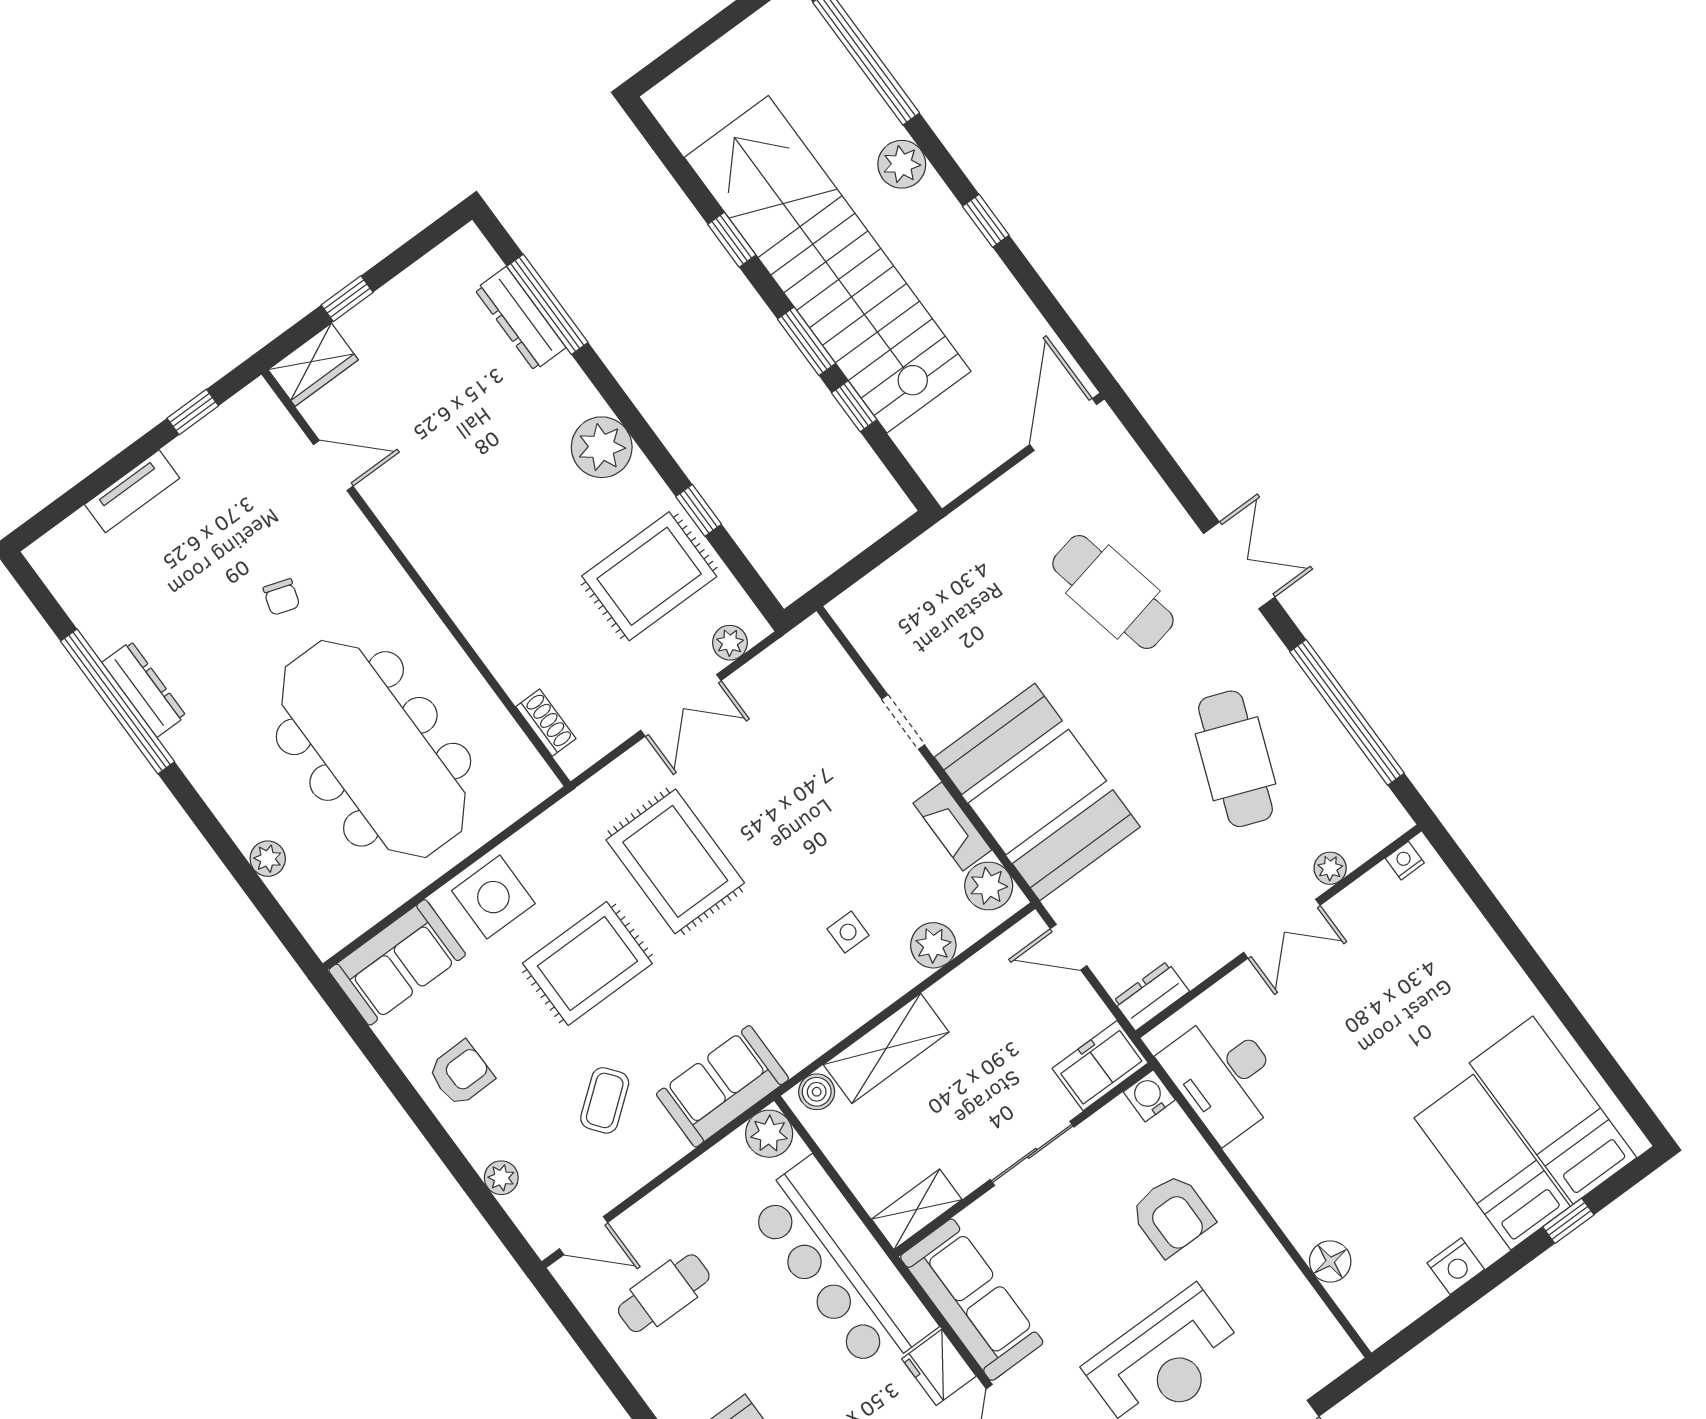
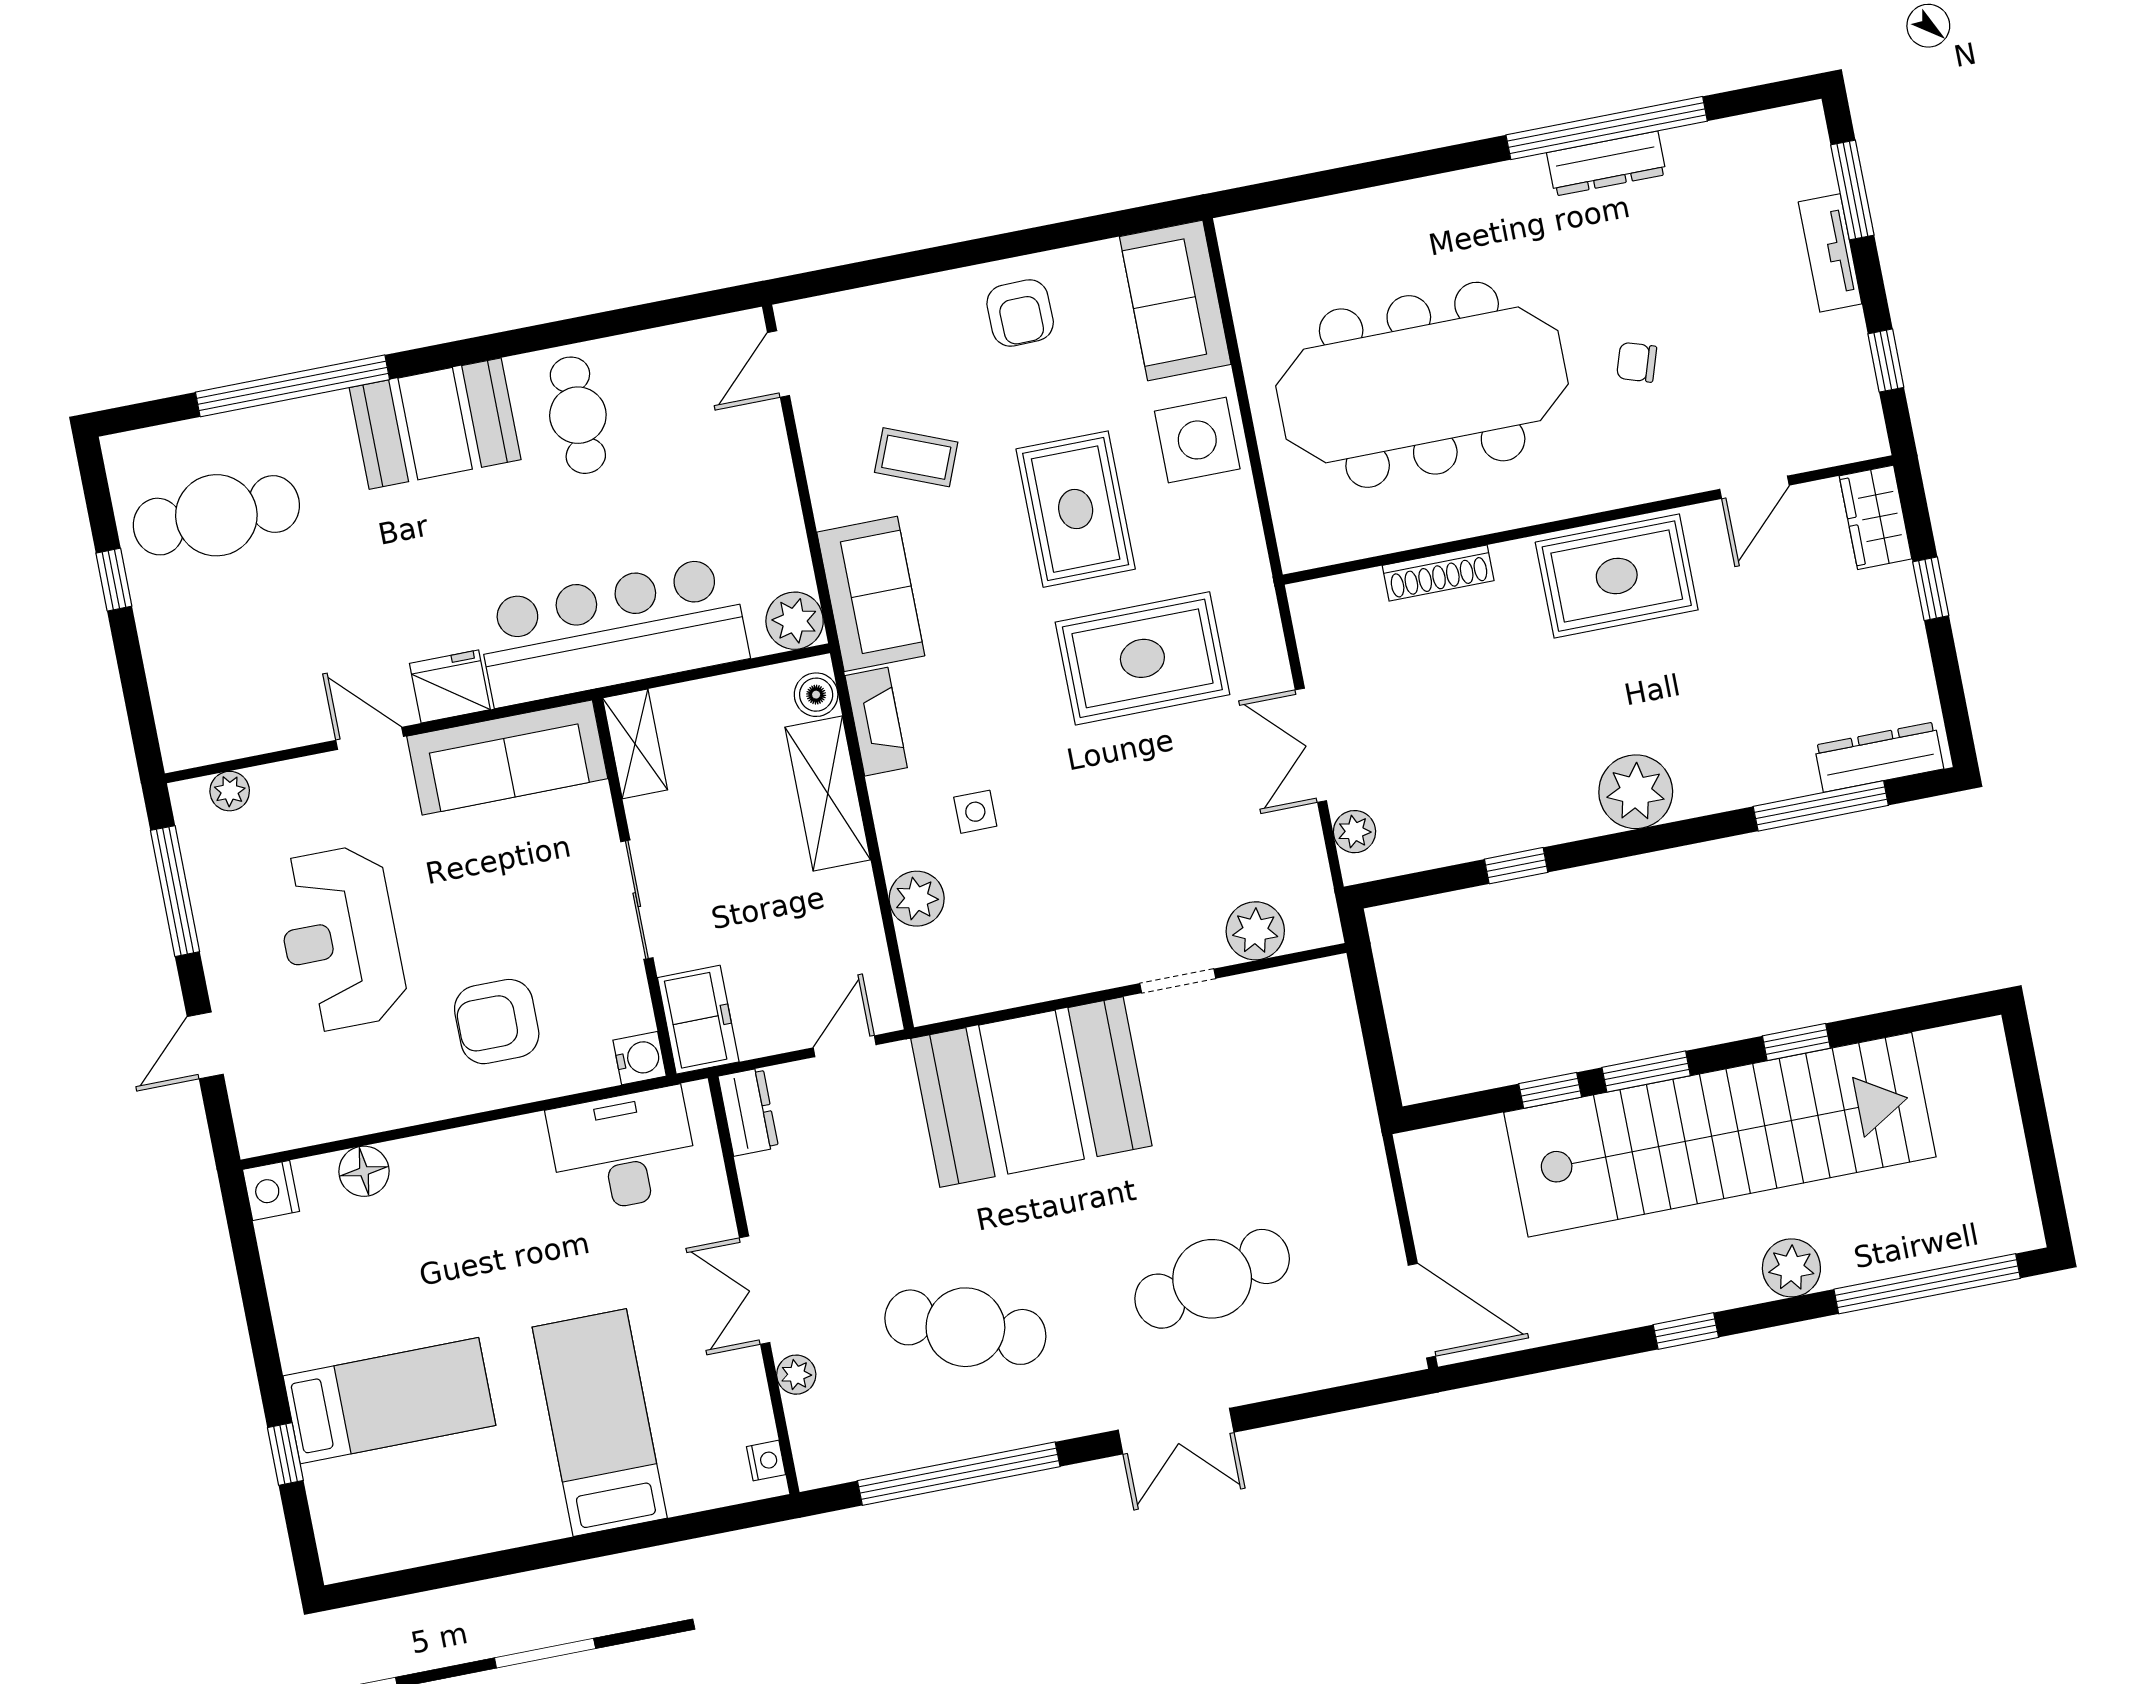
dresser: (520, 319) -> (1879, 757), moved
window: (77, 497) -> (1852, 190), added
rug: (649, 576) -> (1617, 576), moved, turned 90
shoe rack: (546, 723) -> (1438, 573), moved, width x1.43
fireplace: (952, 826) -> (876, 722), moved, turned 90
plant: (268, 859) -> (1356, 212), removed
plant: (989, 886) -> (1255, 931), moved
coffee table: (605, 1100) -> (916, 457), turned -30
bed: (1553, 1110) -> (600, 1423), moved, turned -90
plant: (501, 1178) -> (885, 303), removed
nightstand: (1456, 1266) -> (271, 1190), moved
cafe table: (664, 1293) -> (578, 415), moved

